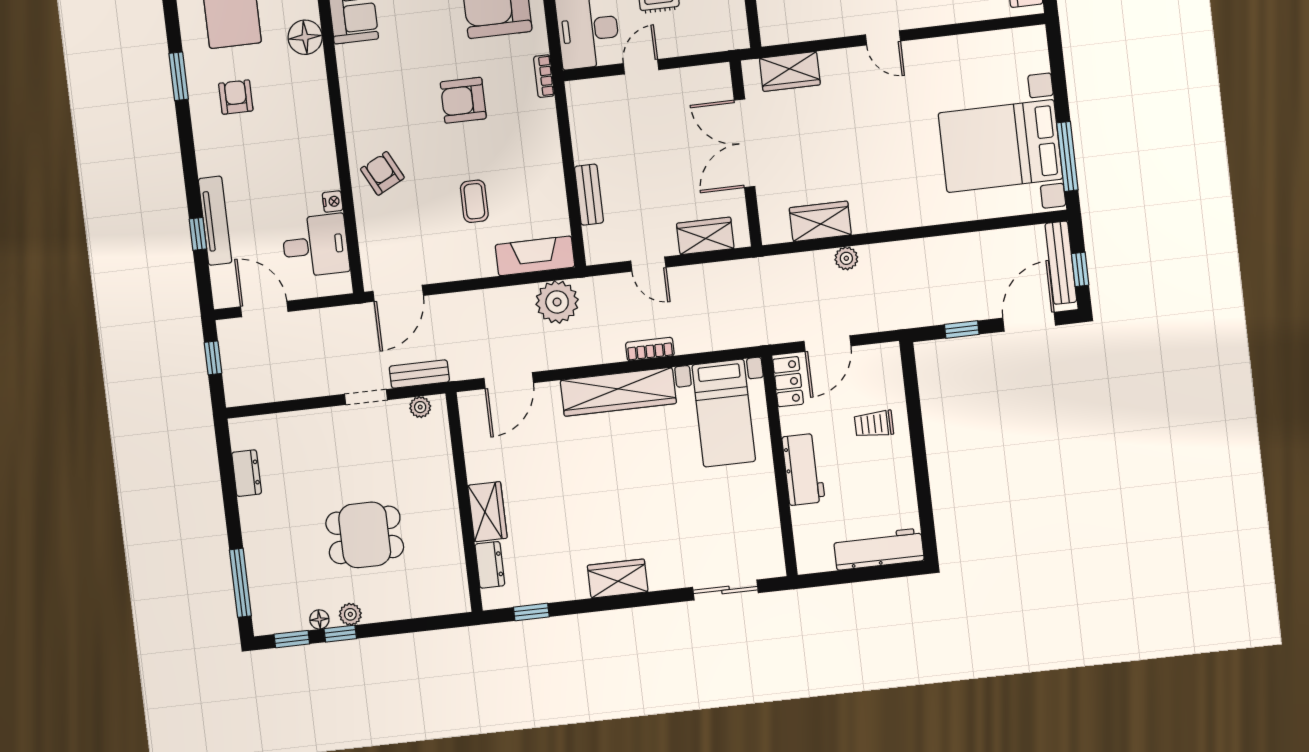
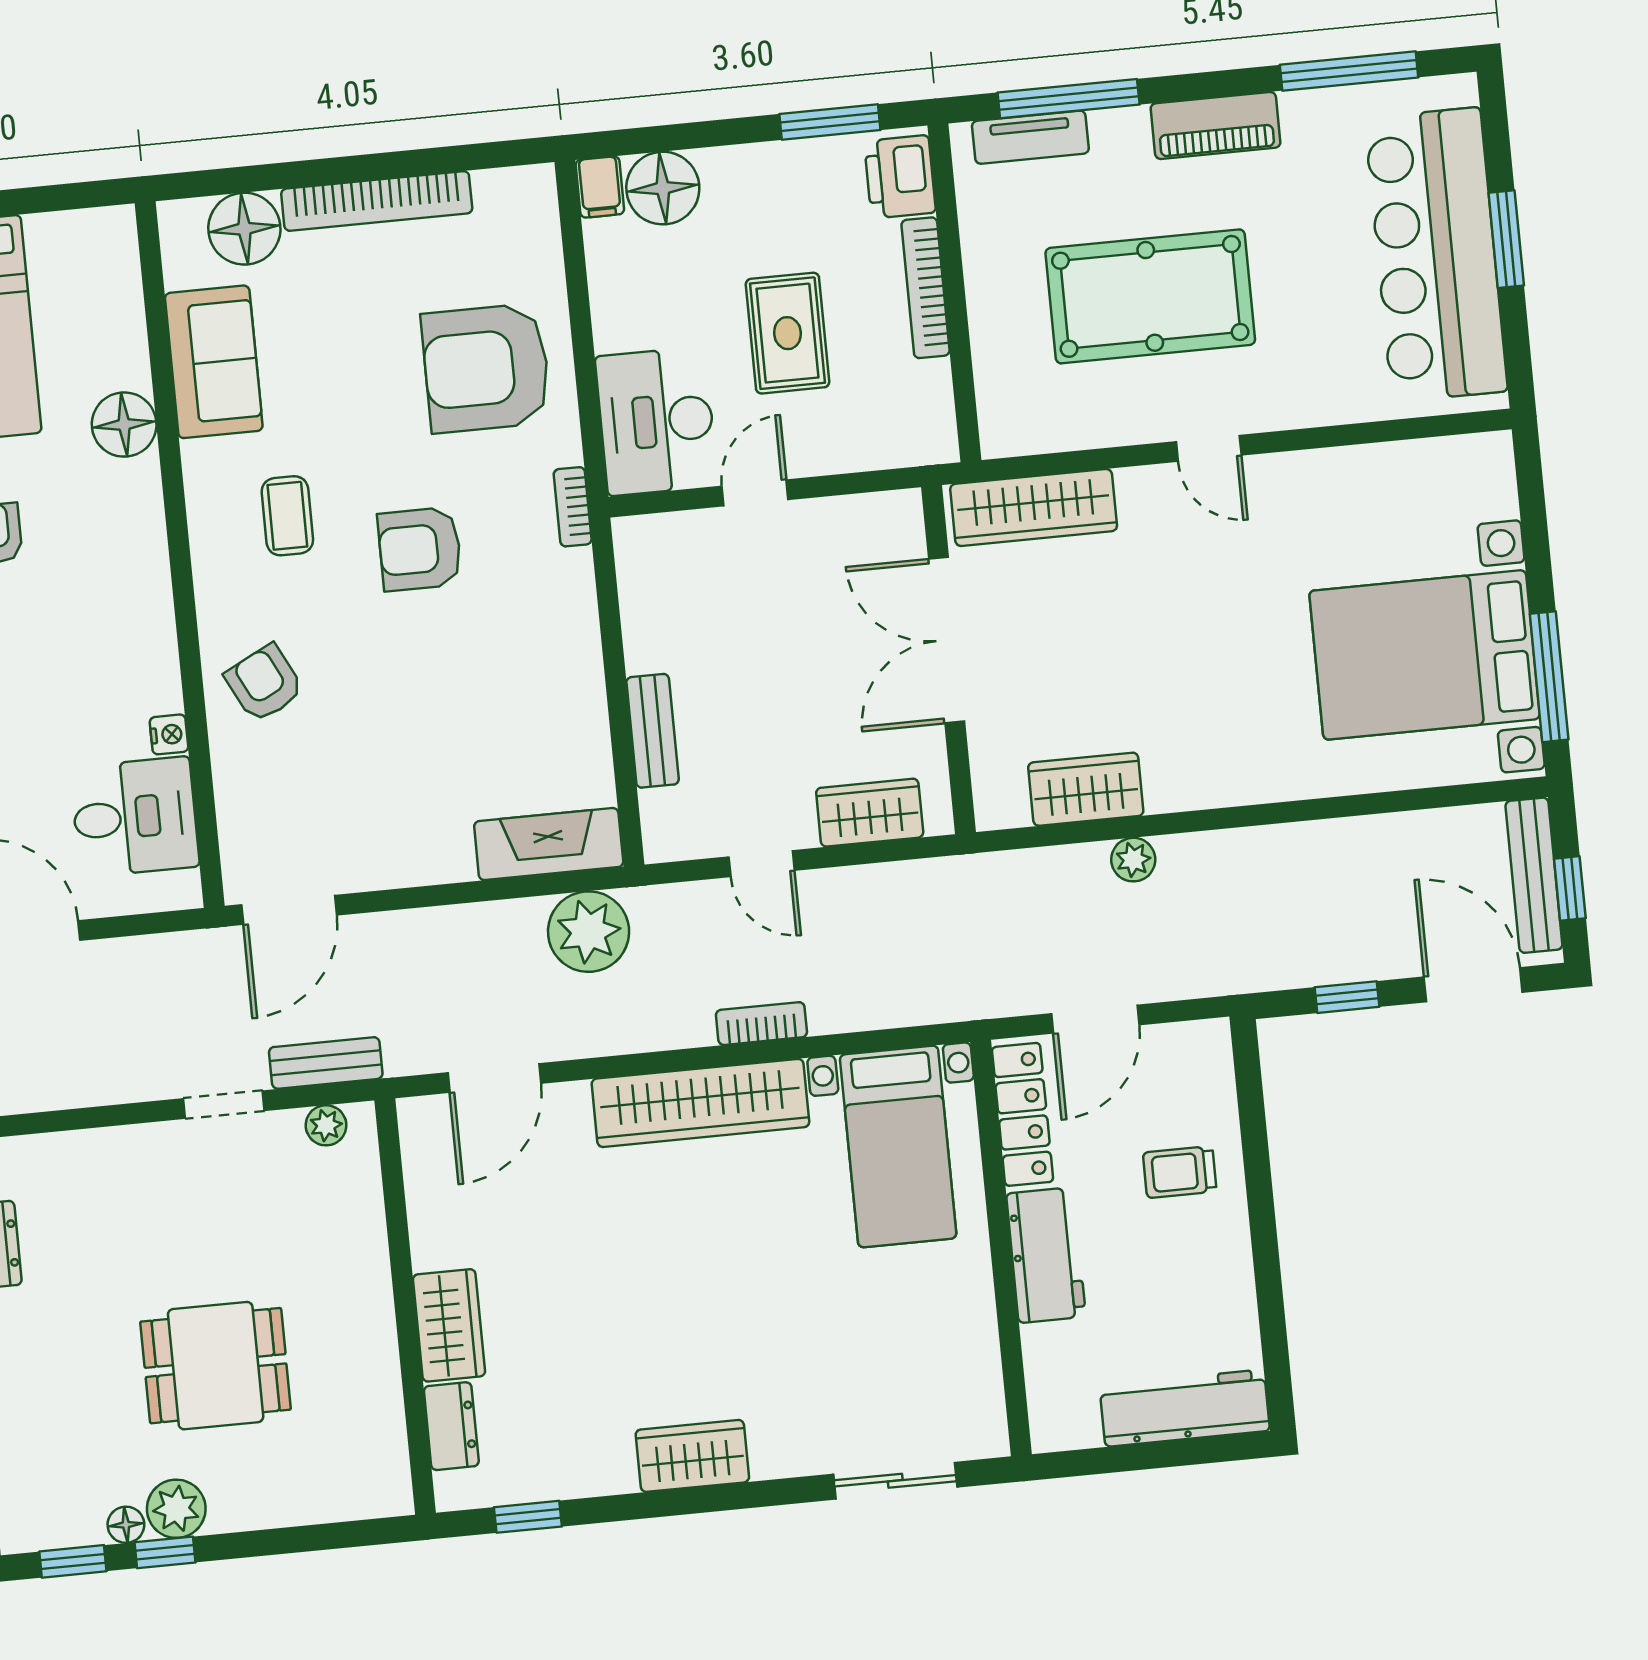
wardrobe: (790, 71) -> (1034, 507), width x1.50
coffee table: (474, 201) -> (287, 516), moved
door: (1029, 322) -> (1473, 985), hinge flipped
locker: (788, 382) -> (1023, 1114), width x1.53
plant: (350, 614) -> (176, 1509), width x1.38, depth x1.38

